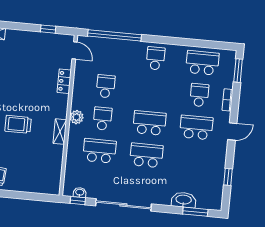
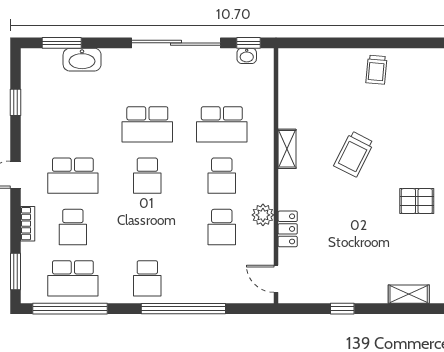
window: (48, 29) -> (342, 309), moved
window: (114, 35) -> (183, 309), moved
window: (206, 44) -> (70, 309), added
plant: (77, 117) -> (263, 215), moved
school desk: (149, 123) -> (147, 176), width x0.54
trolley: (18, 124) -> (354, 154), turned 117

